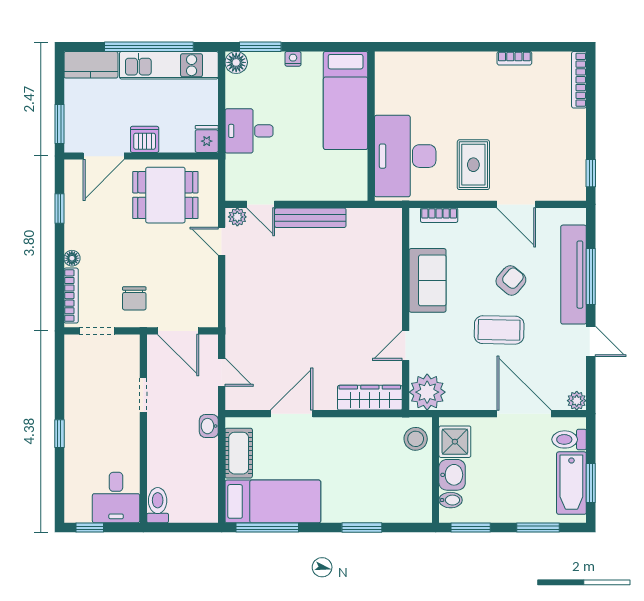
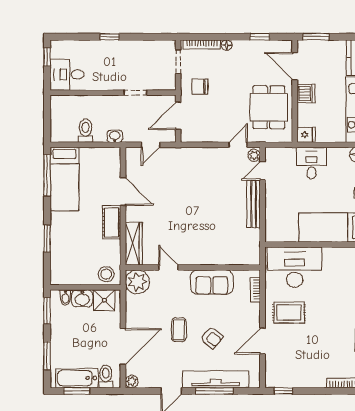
coffee table: (499, 330) -> (179, 330), width x0.73, depth x0.77
cot: (239, 453) -> (112, 222), moved, turned 90
toilet: (158, 505) -> (86, 131), moved, turned -90

